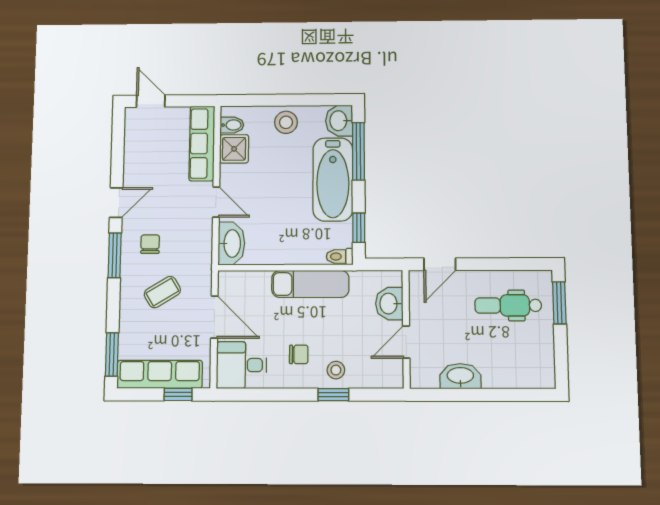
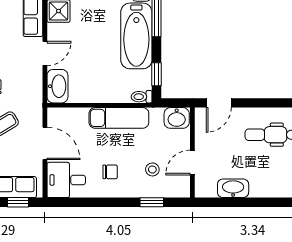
door: (216, 202) -> (45, 53), hinge flipped
washbasin: (389, 304) -> (177, 118), moved, turned -90
stool: (336, 370) -> (152, 169), moved
window: (333, 395) -> (152, 202), moved

